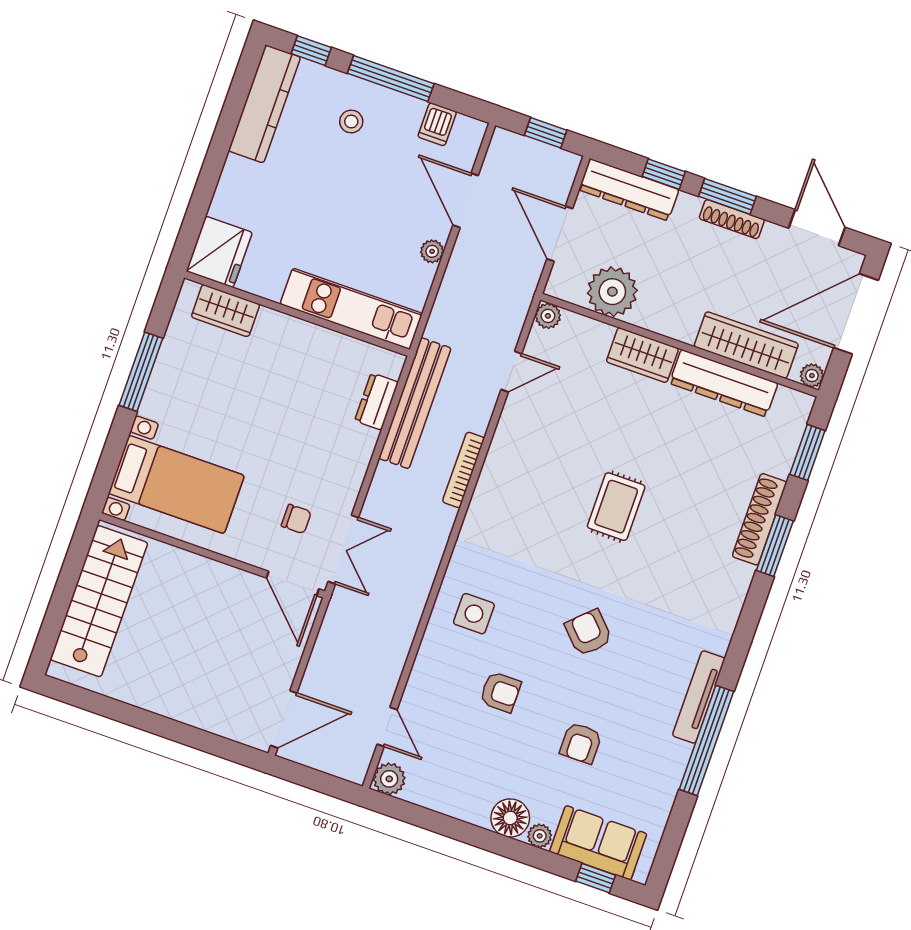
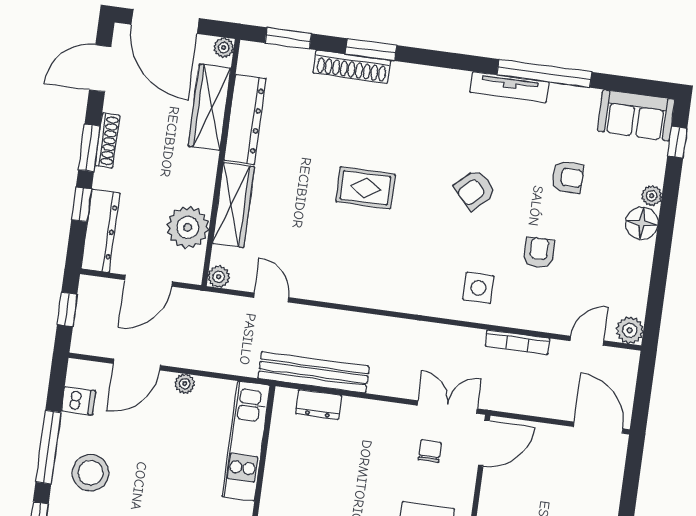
stool: (351, 122) -> (91, 473), width x1.89, depth x1.89
wardrobe: (642, 355) -> (233, 205), width x1.50
bookcase: (464, 470) -> (518, 342), moved
sofa: (598, 843) -> (636, 115), moved, turned -90

